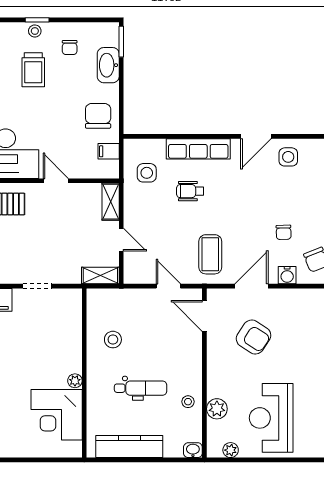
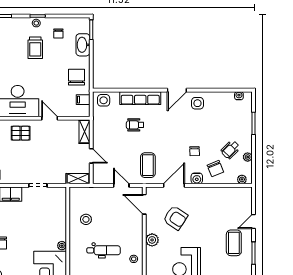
side table: (147, 173) -> (104, 100), moved
plant: (217, 409) -> (152, 240), moved

